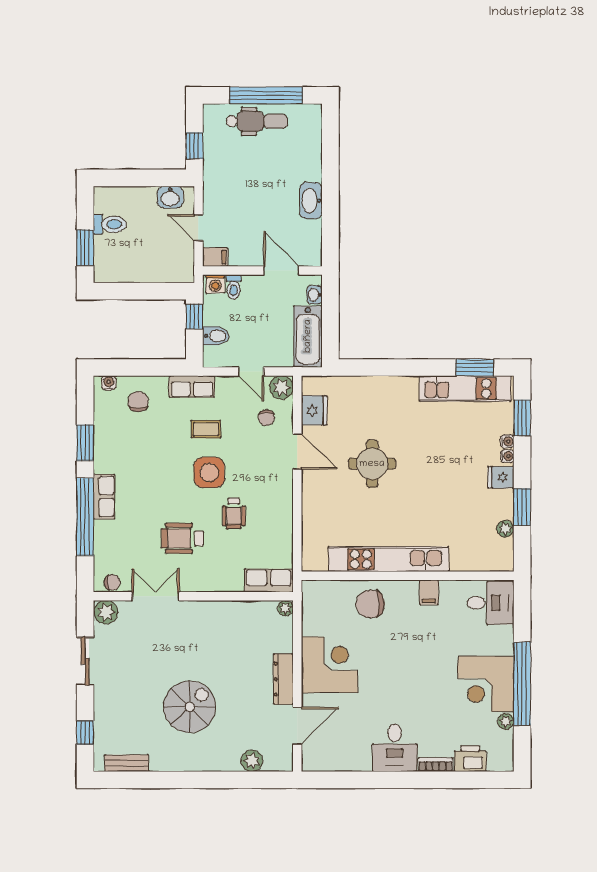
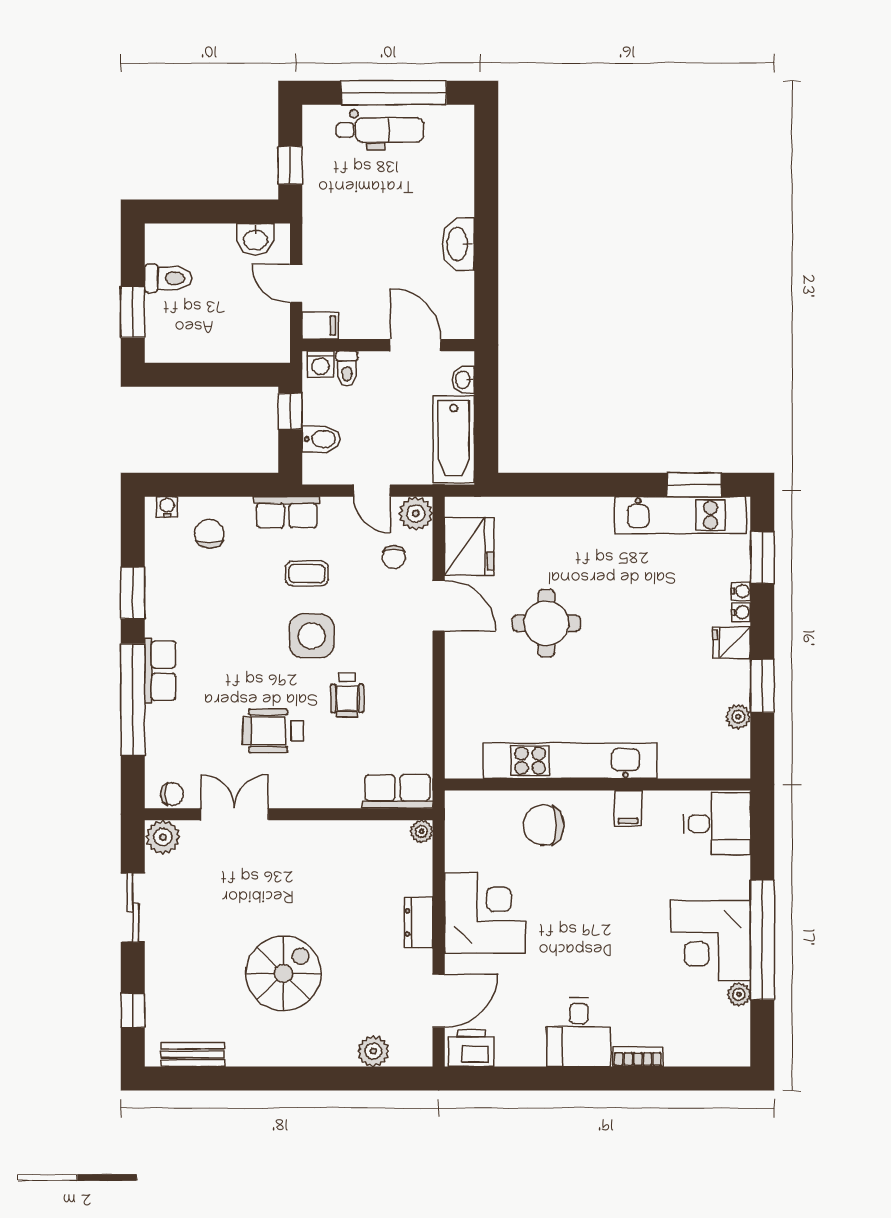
fridge: (314, 410) -> (469, 546), width x1.36, depth x1.34
dresser: (283, 679) -> (418, 922), width x0.70
printer: (470, 759) -> (471, 1048), moved

